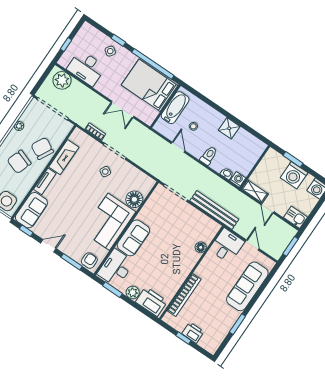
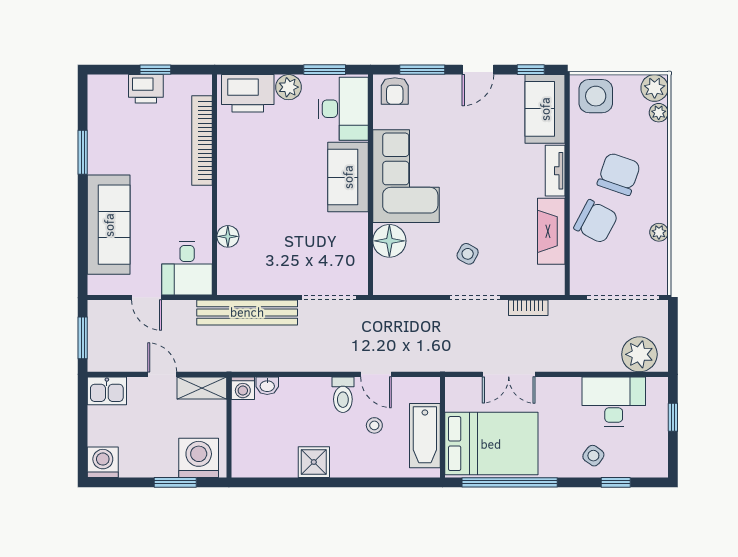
window: (118, 40) -> (616, 482), moved
double door: (122, 109) -> (509, 374), swing flipped
toilet: (209, 156) -> (343, 395), moved
washing machine: (294, 175) -> (199, 458), moved

